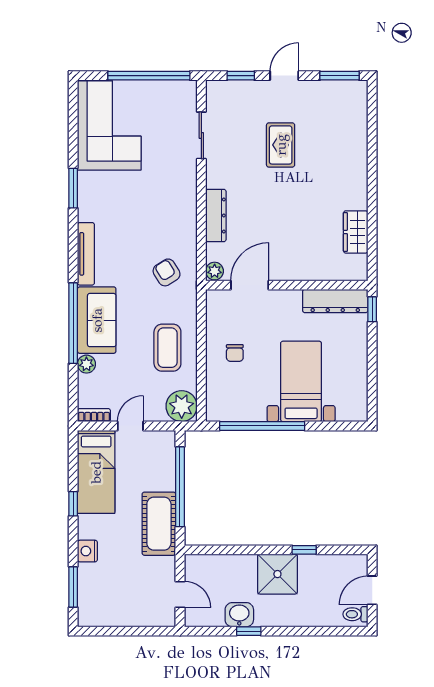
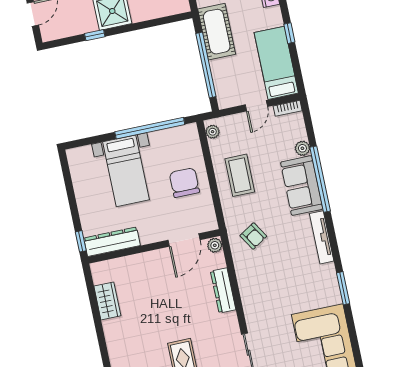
chair: (235, 353) -> (184, 183), width x1.87, depth x1.87
plant: (182, 406) -> (213, 132), width x0.53, depth x0.53

